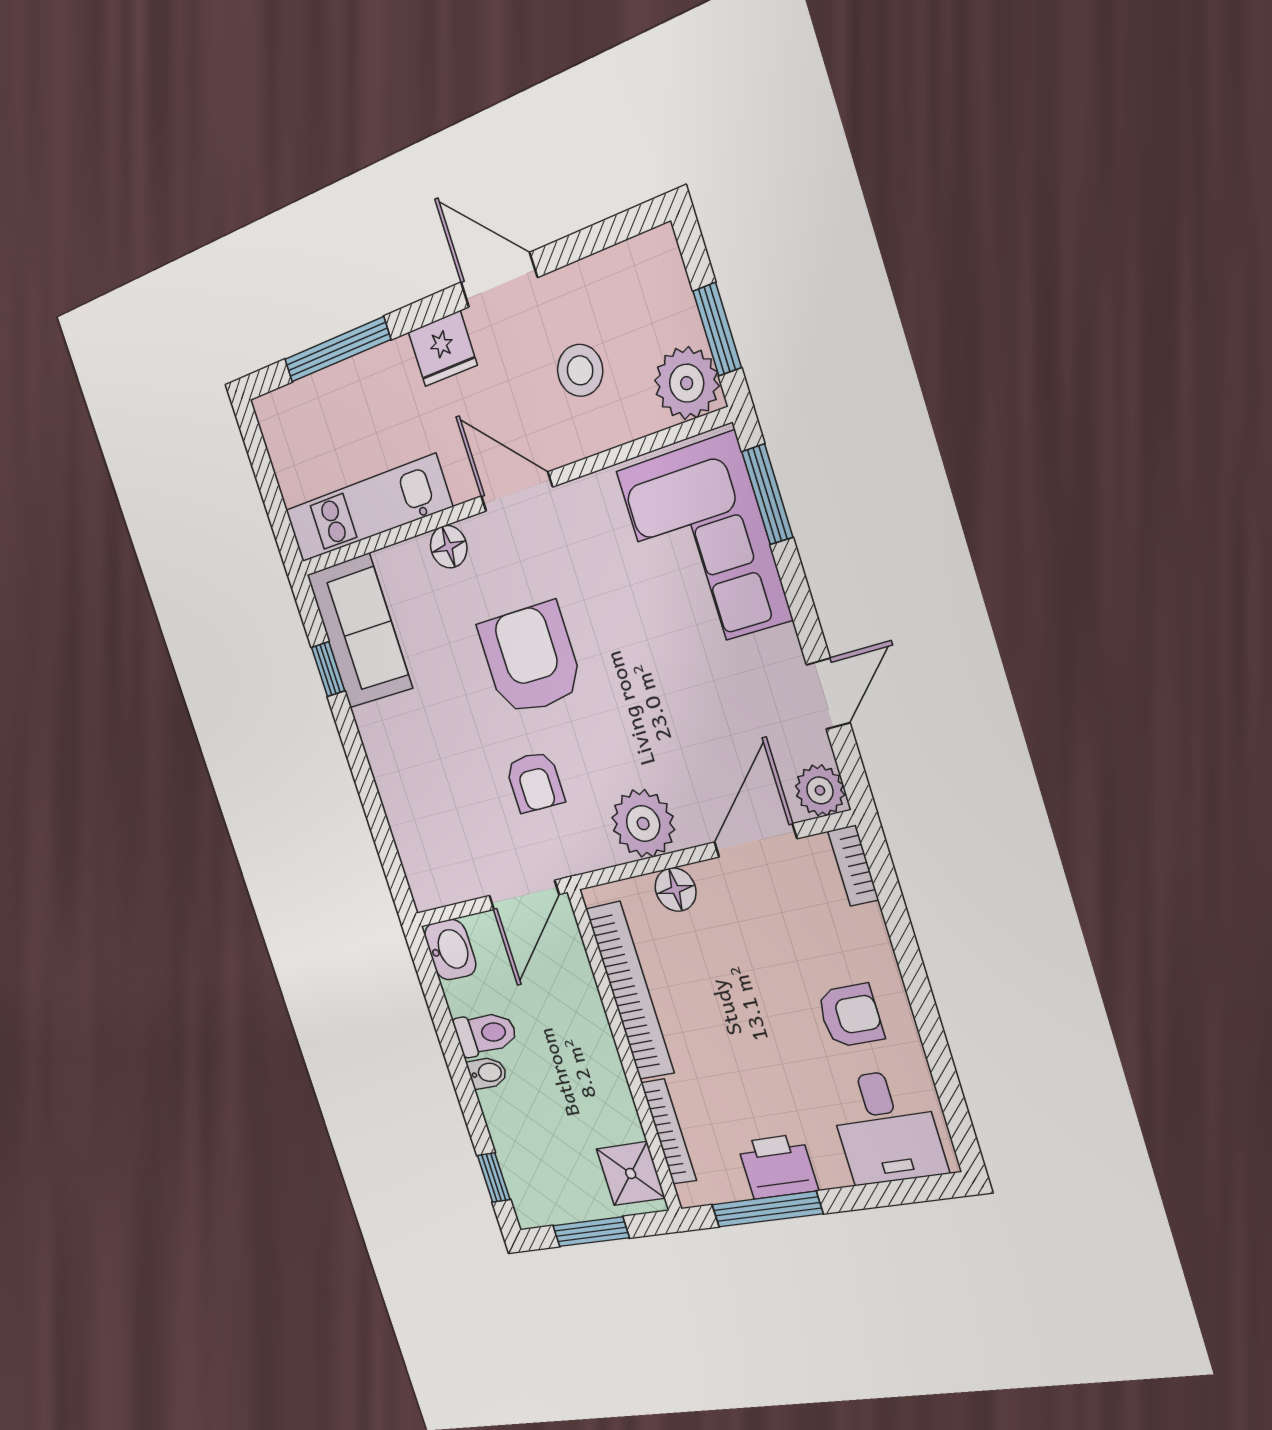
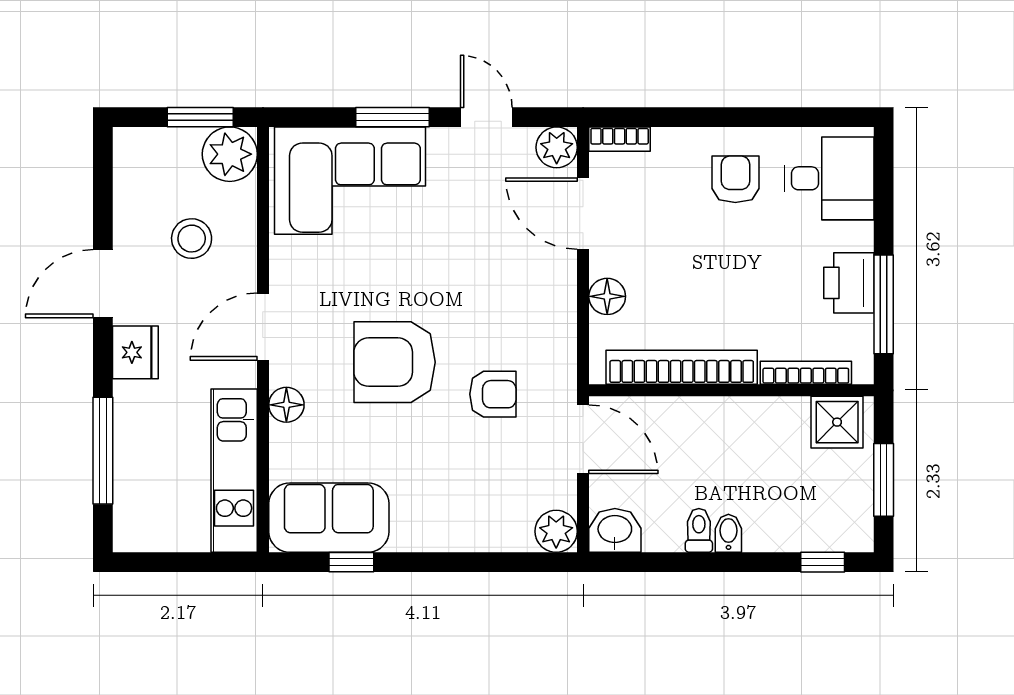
window: (767, 494) -> (392, 117), moved
plant: (643, 824) -> (556, 531), moved, width x0.73, depth x0.73
toilet: (486, 1034) -> (699, 530), width x0.73, depth x0.72

